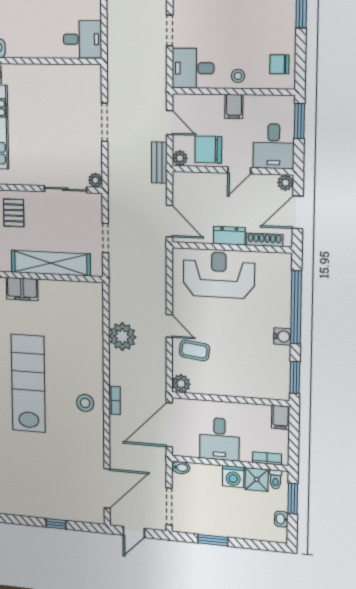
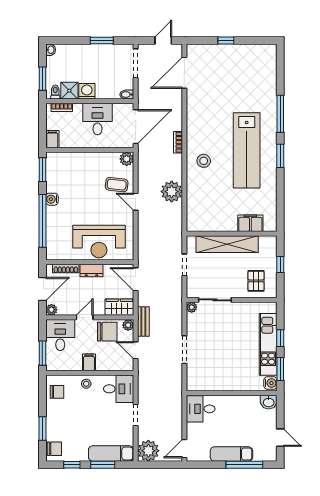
wardrobe: (192, 183) -> (119, 307), added
stool: (85, 403) -> (204, 161), moved
washbasin: (281, 519) -> (51, 50), moved

